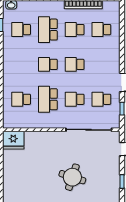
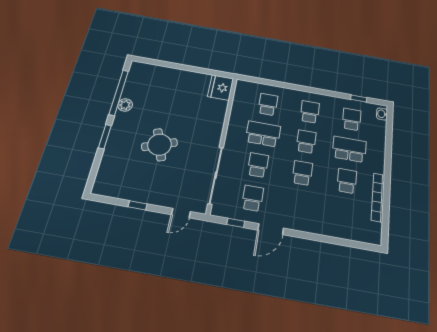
school desk: (101, 30) -> (310, 112), moved
round table: (72, 177) -> (160, 145), turned -38

